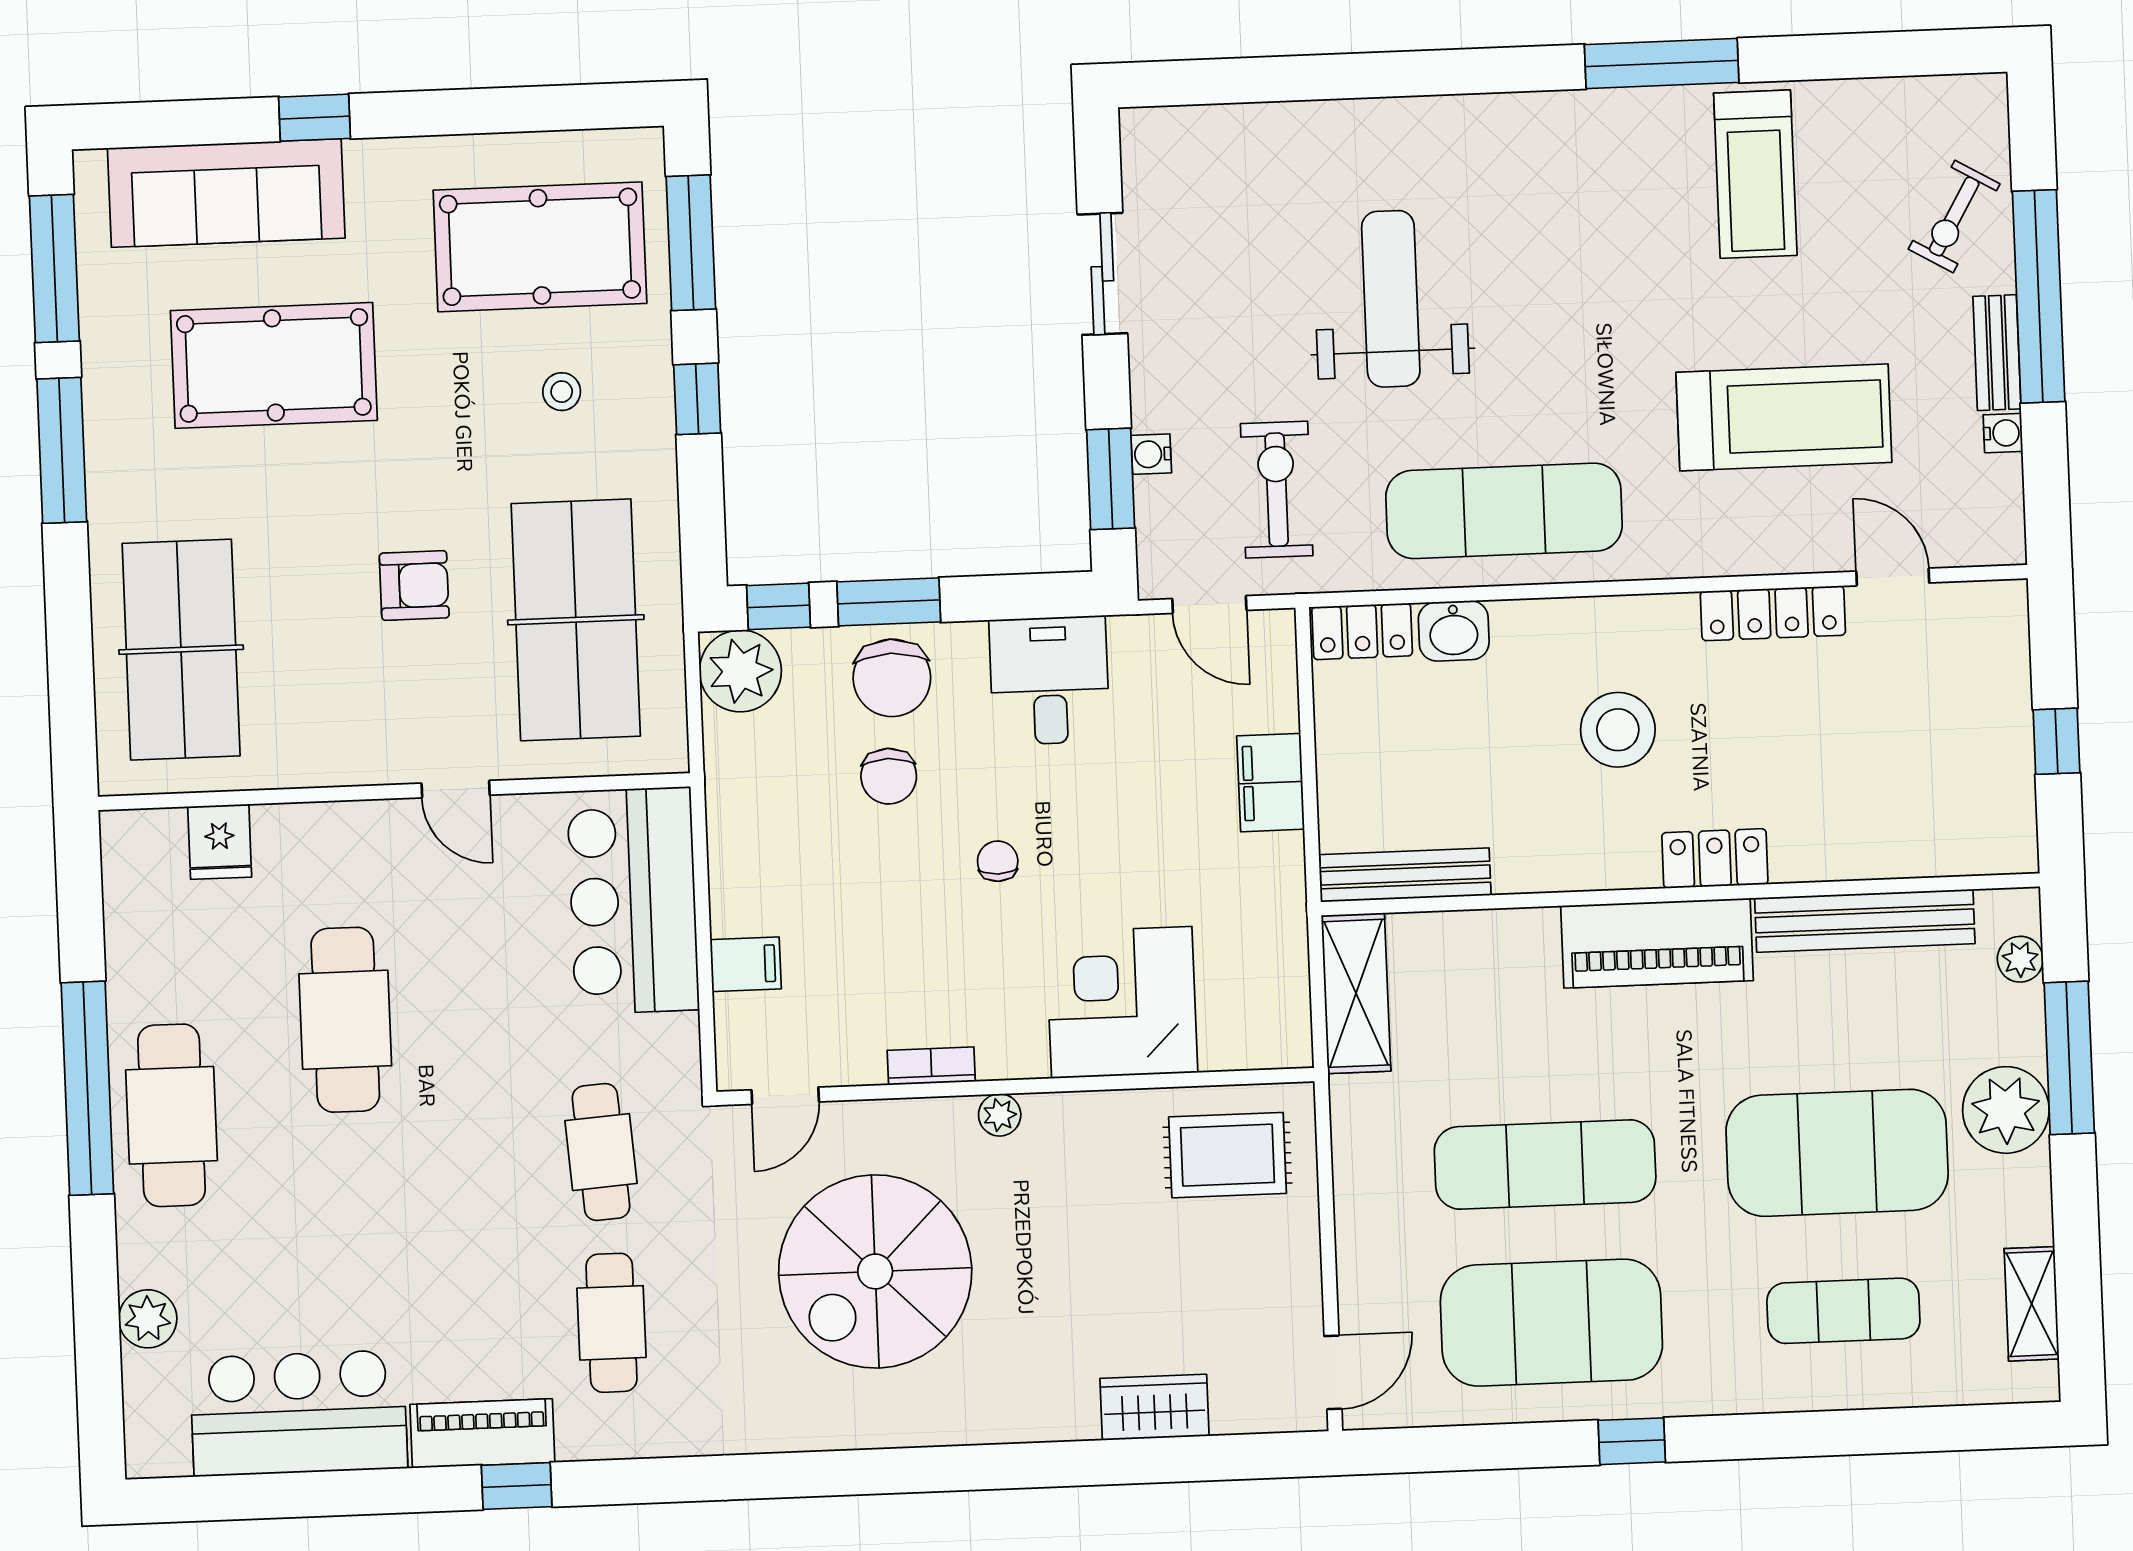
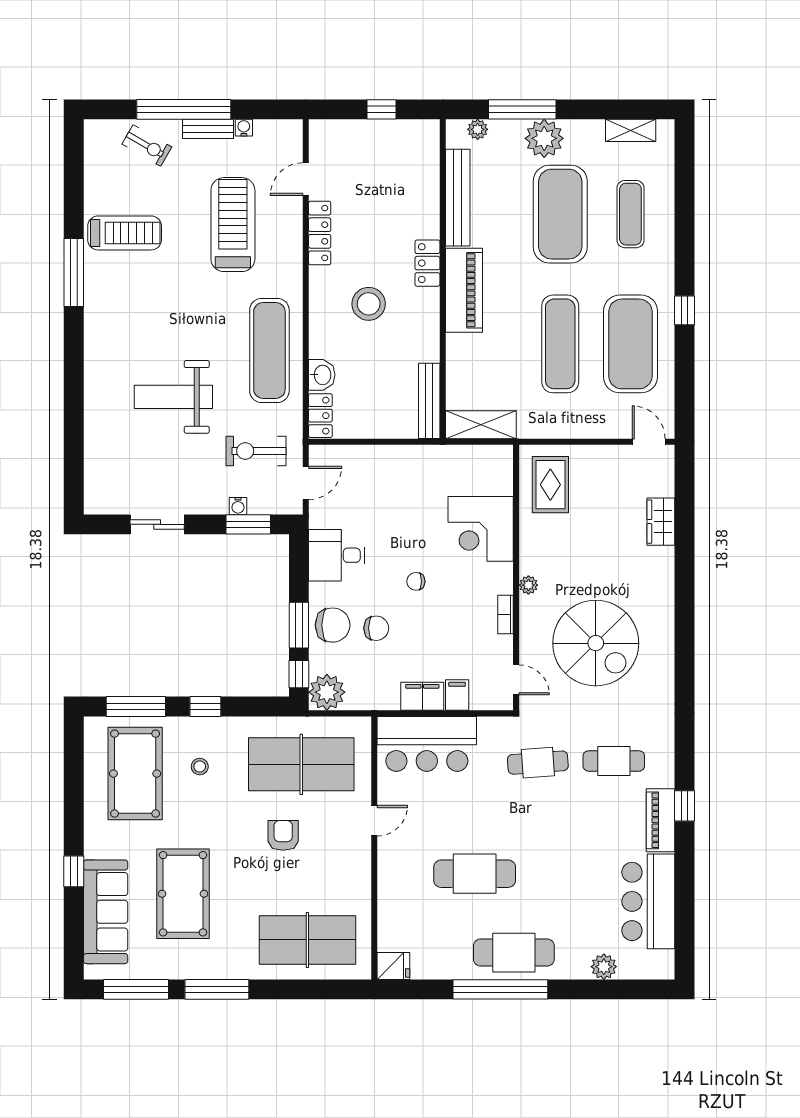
filing cabinet: (1271, 783) -> (422, 696), moved, turned 180
fridge: (220, 842) -> (393, 966), moved

